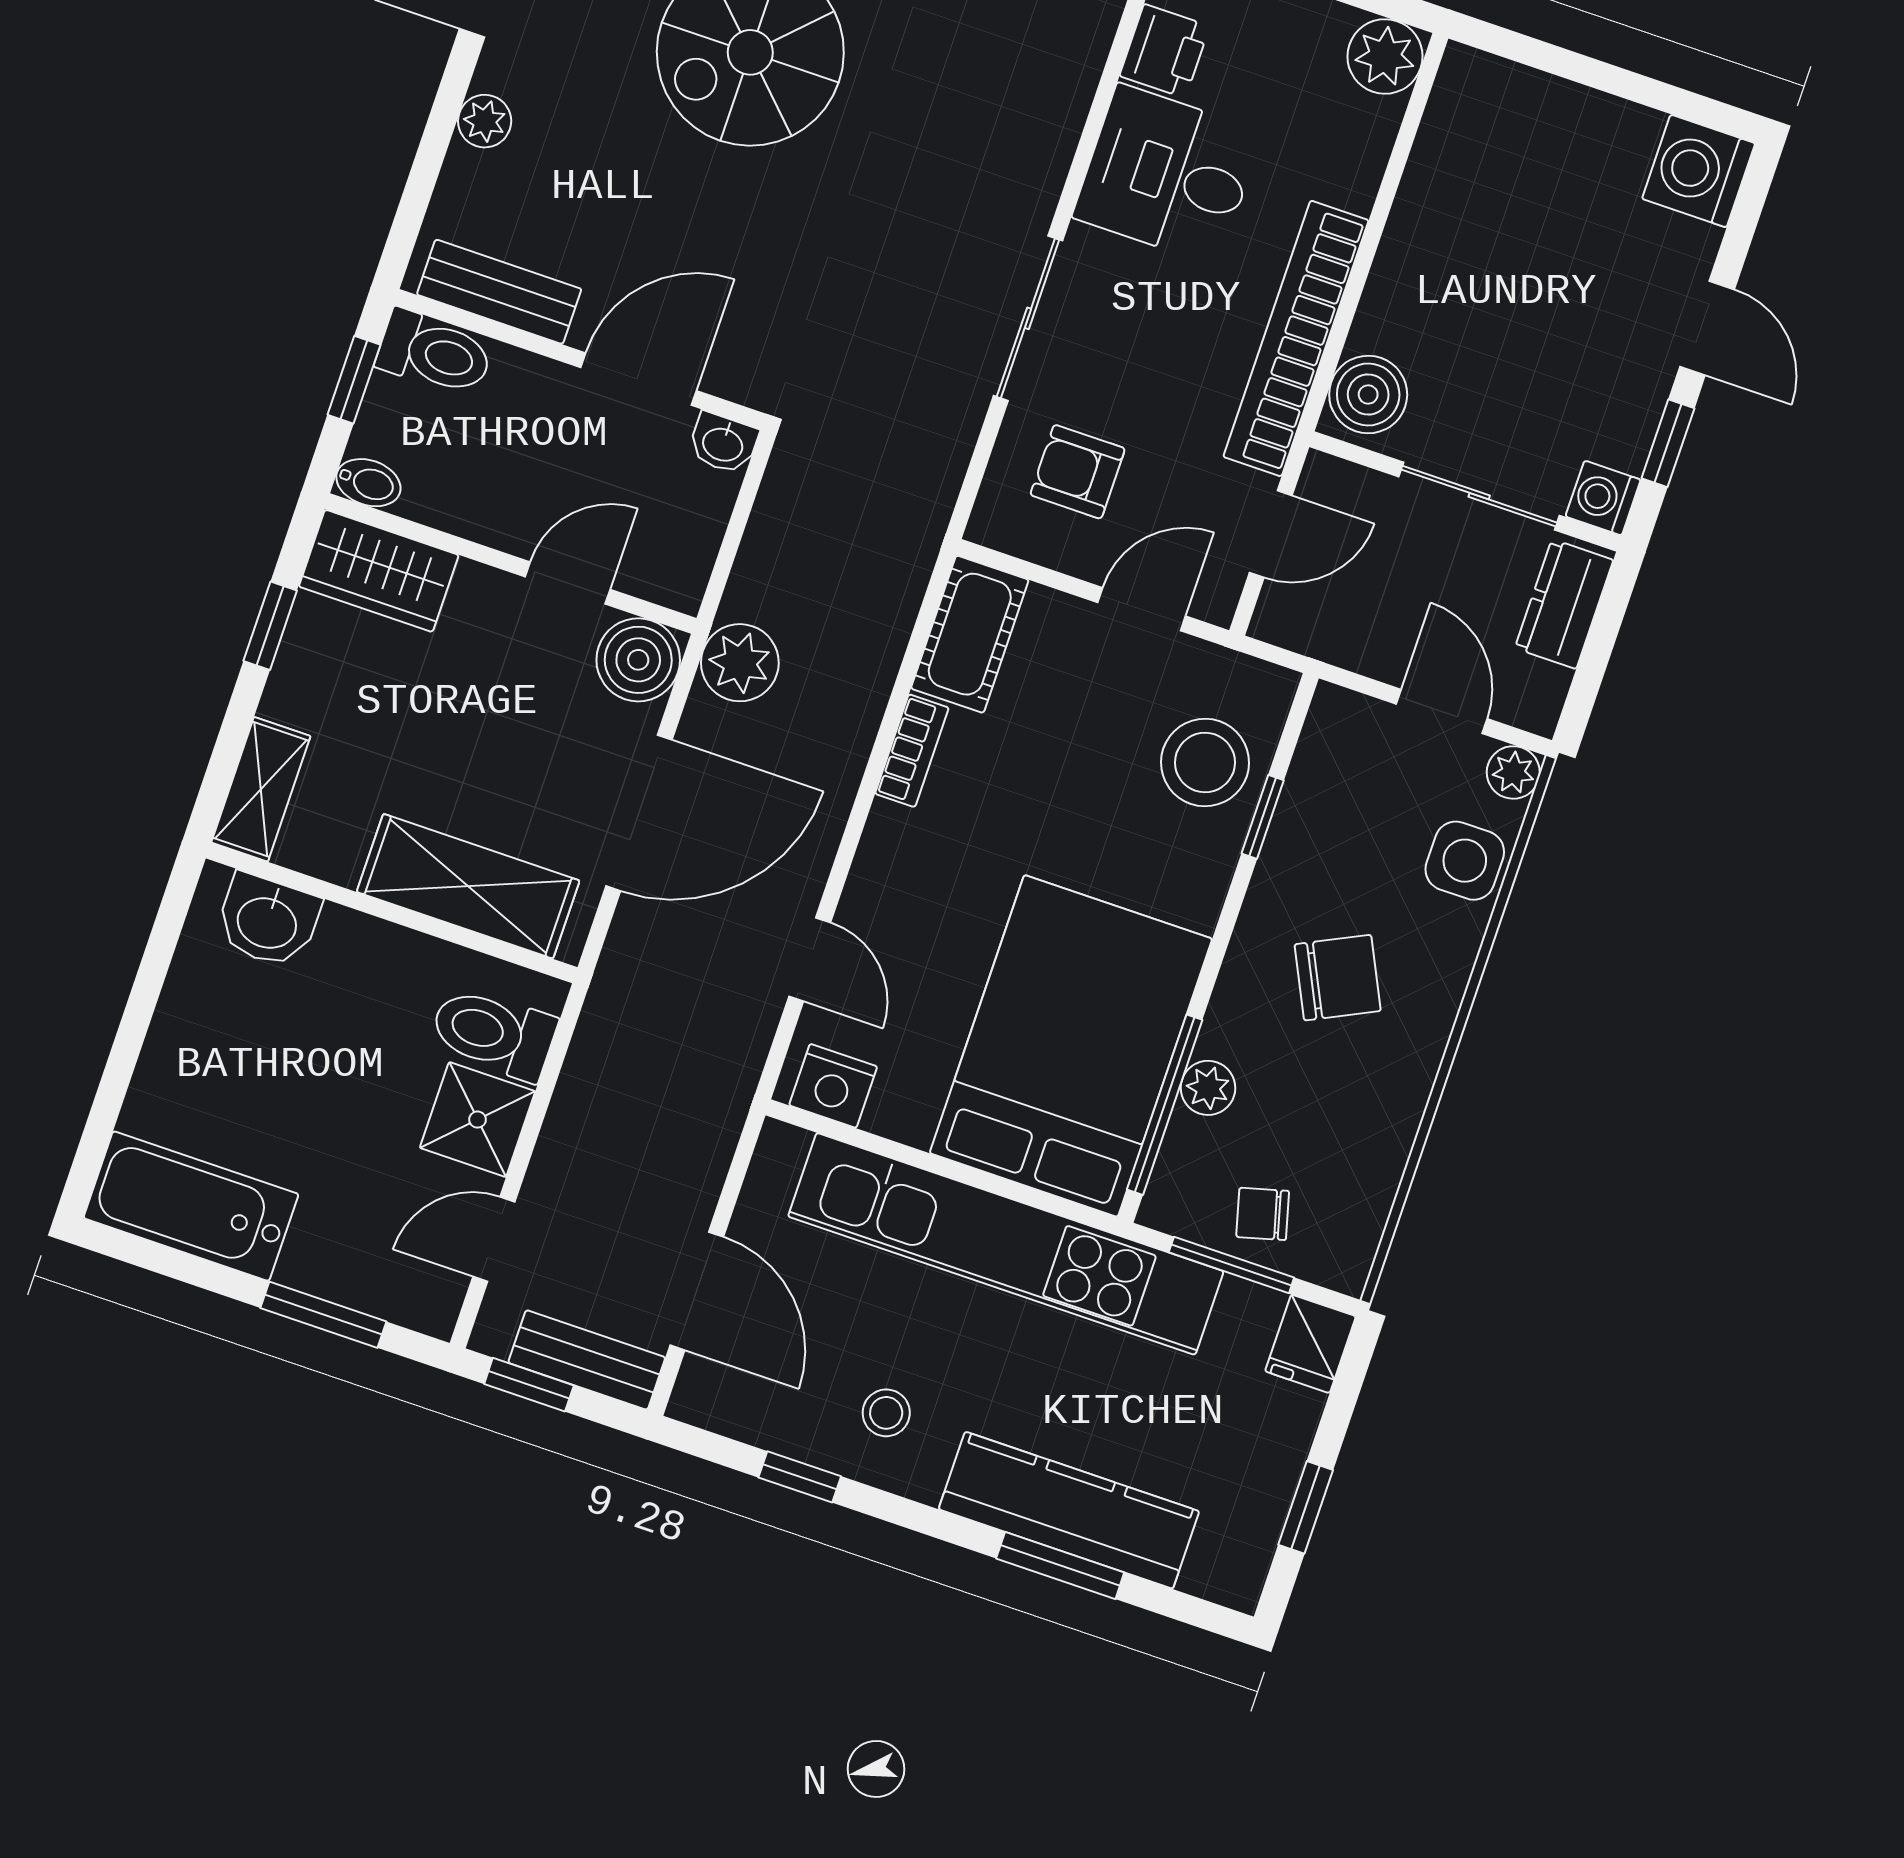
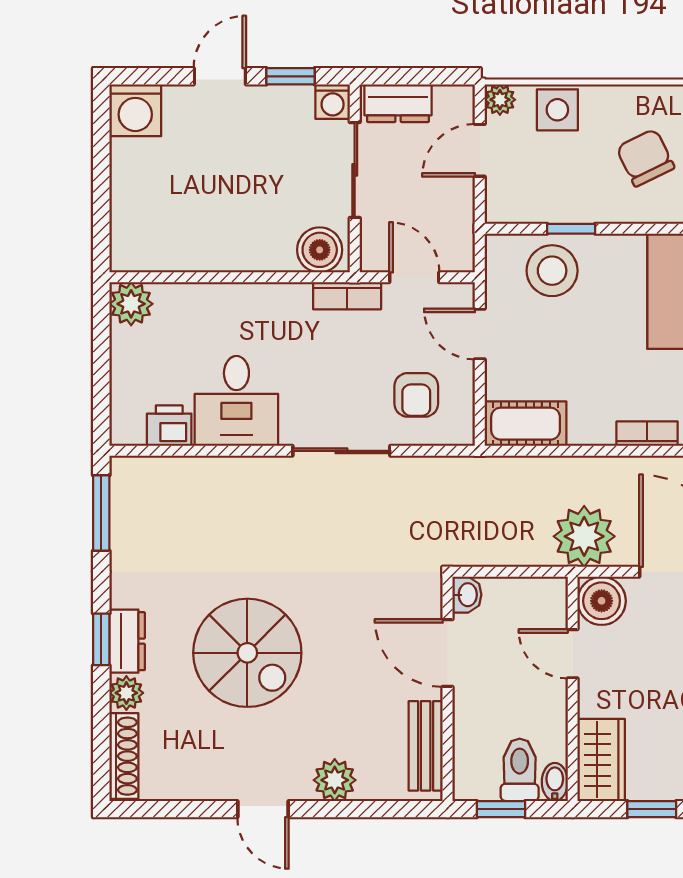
plant: (485, 121) -> (335, 780), width x1.38, depth x1.38
bookcase: (1296, 338) -> (347, 296), width x0.43, depth x0.76
toilet: (435, 353) -> (520, 770), moved
plant: (740, 663) -> (584, 536), width x1.36, depth x1.36
bookcase: (912, 751) -> (647, 434), moved

